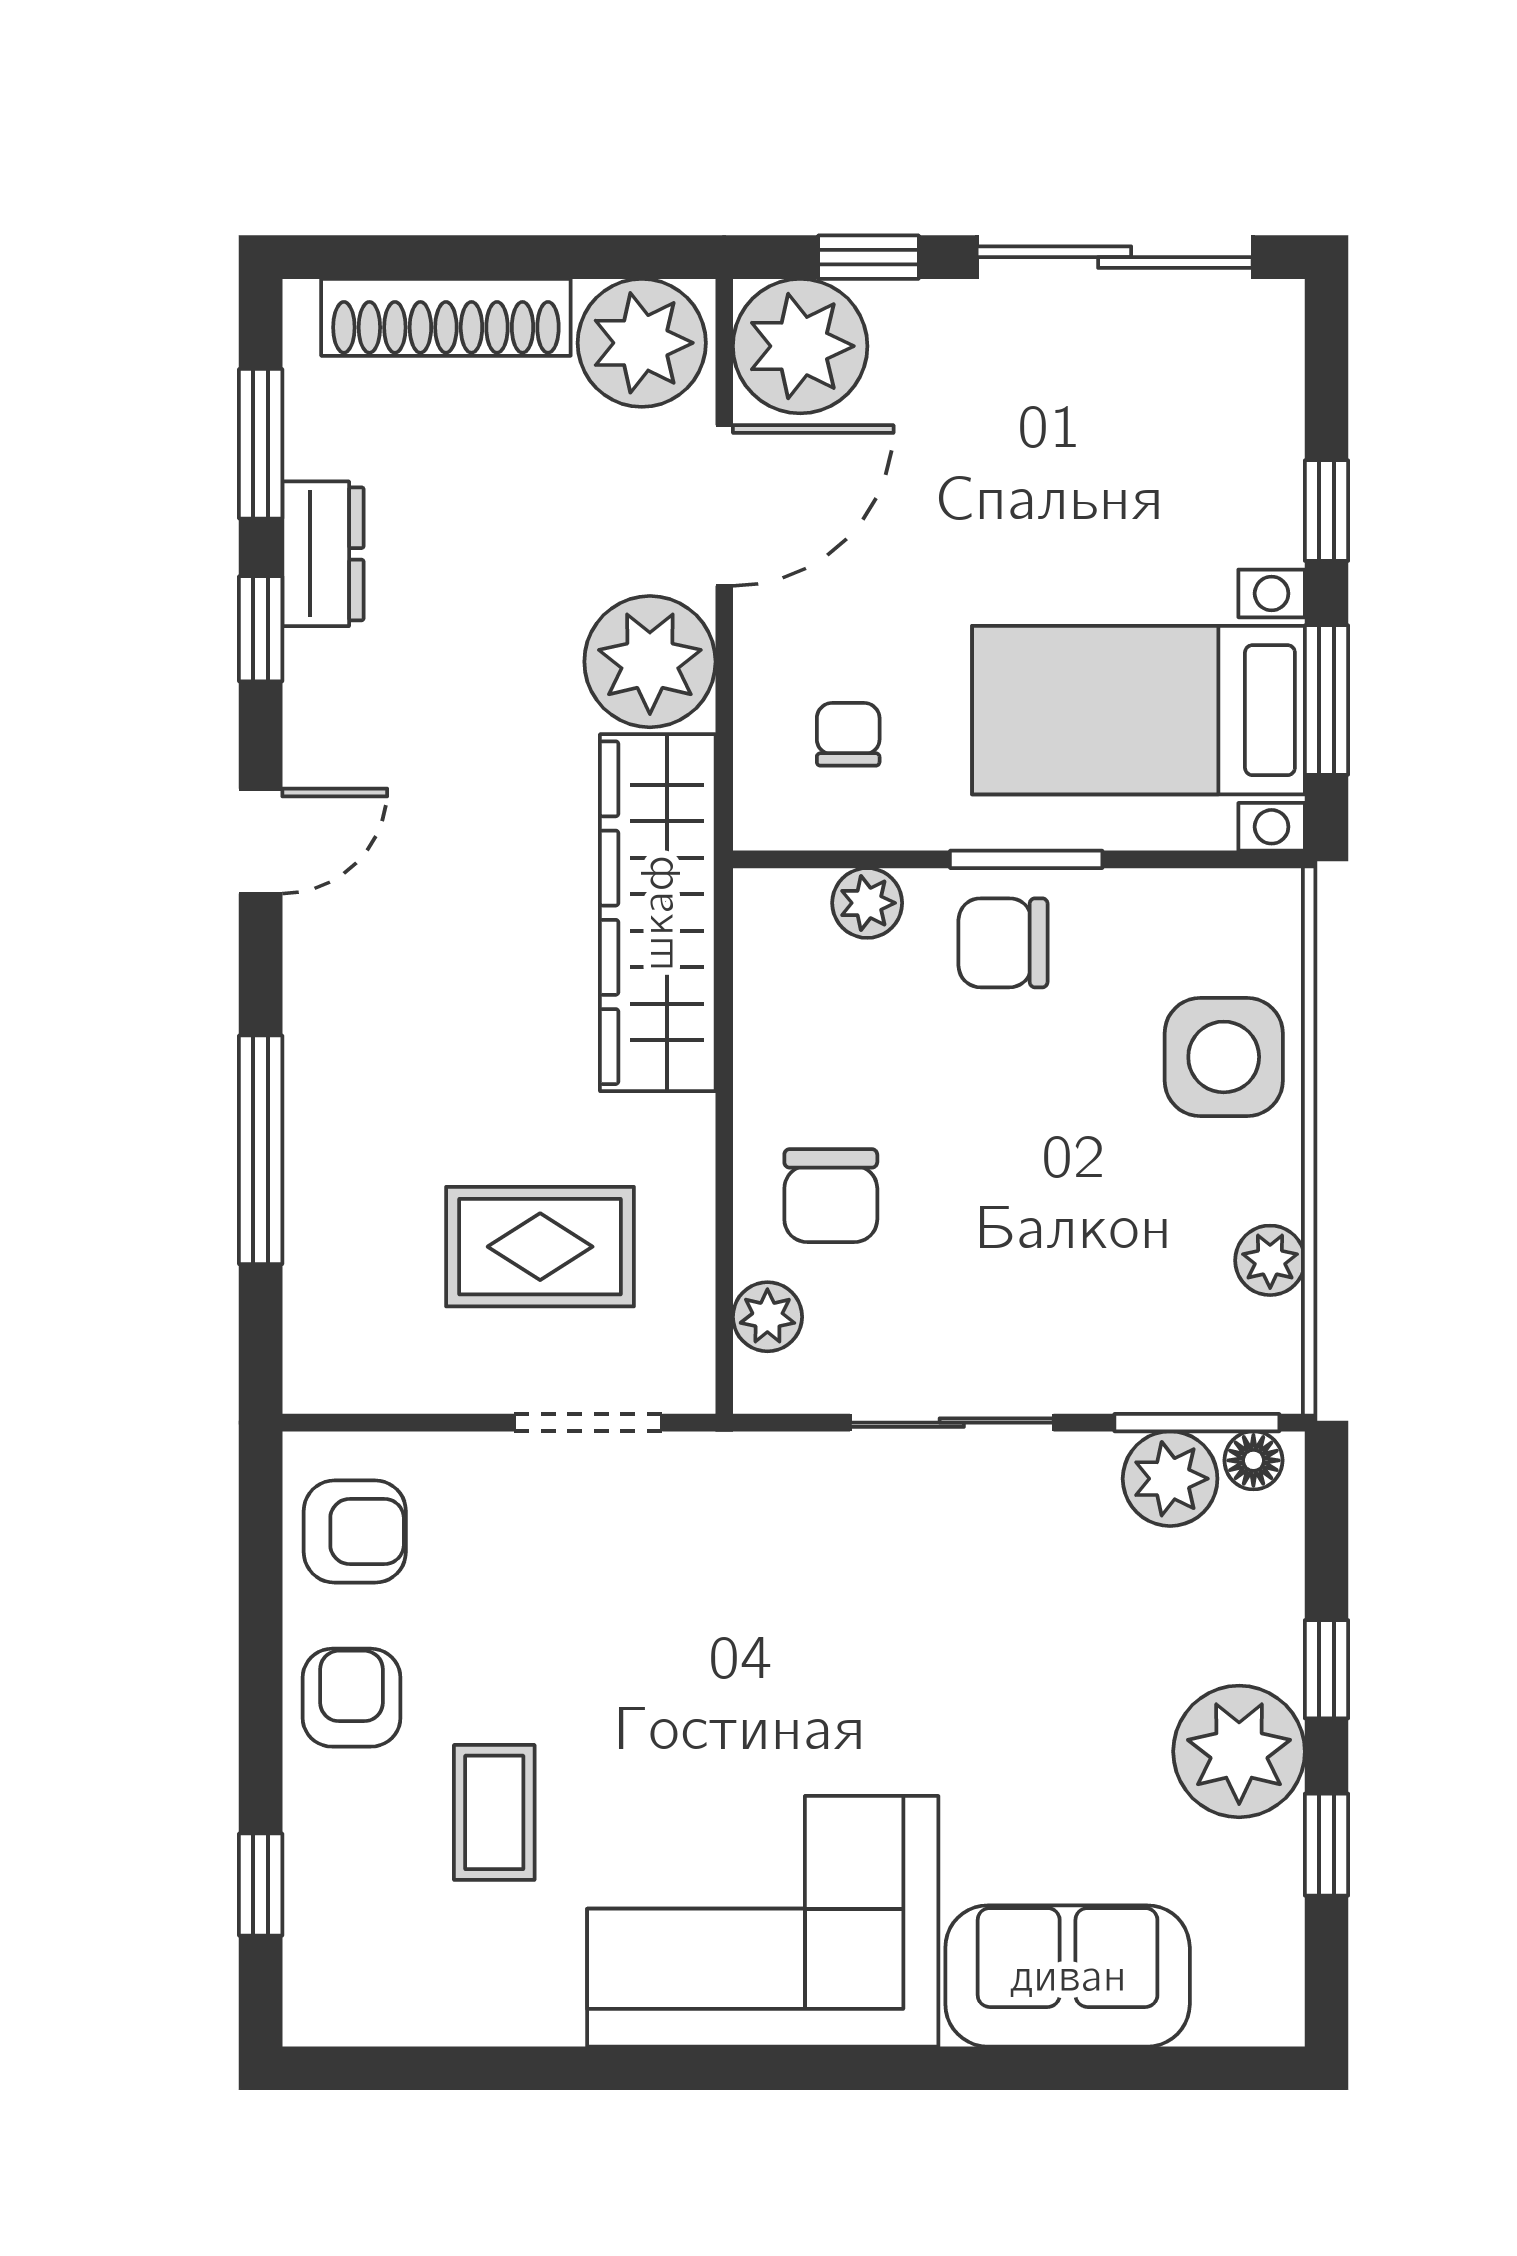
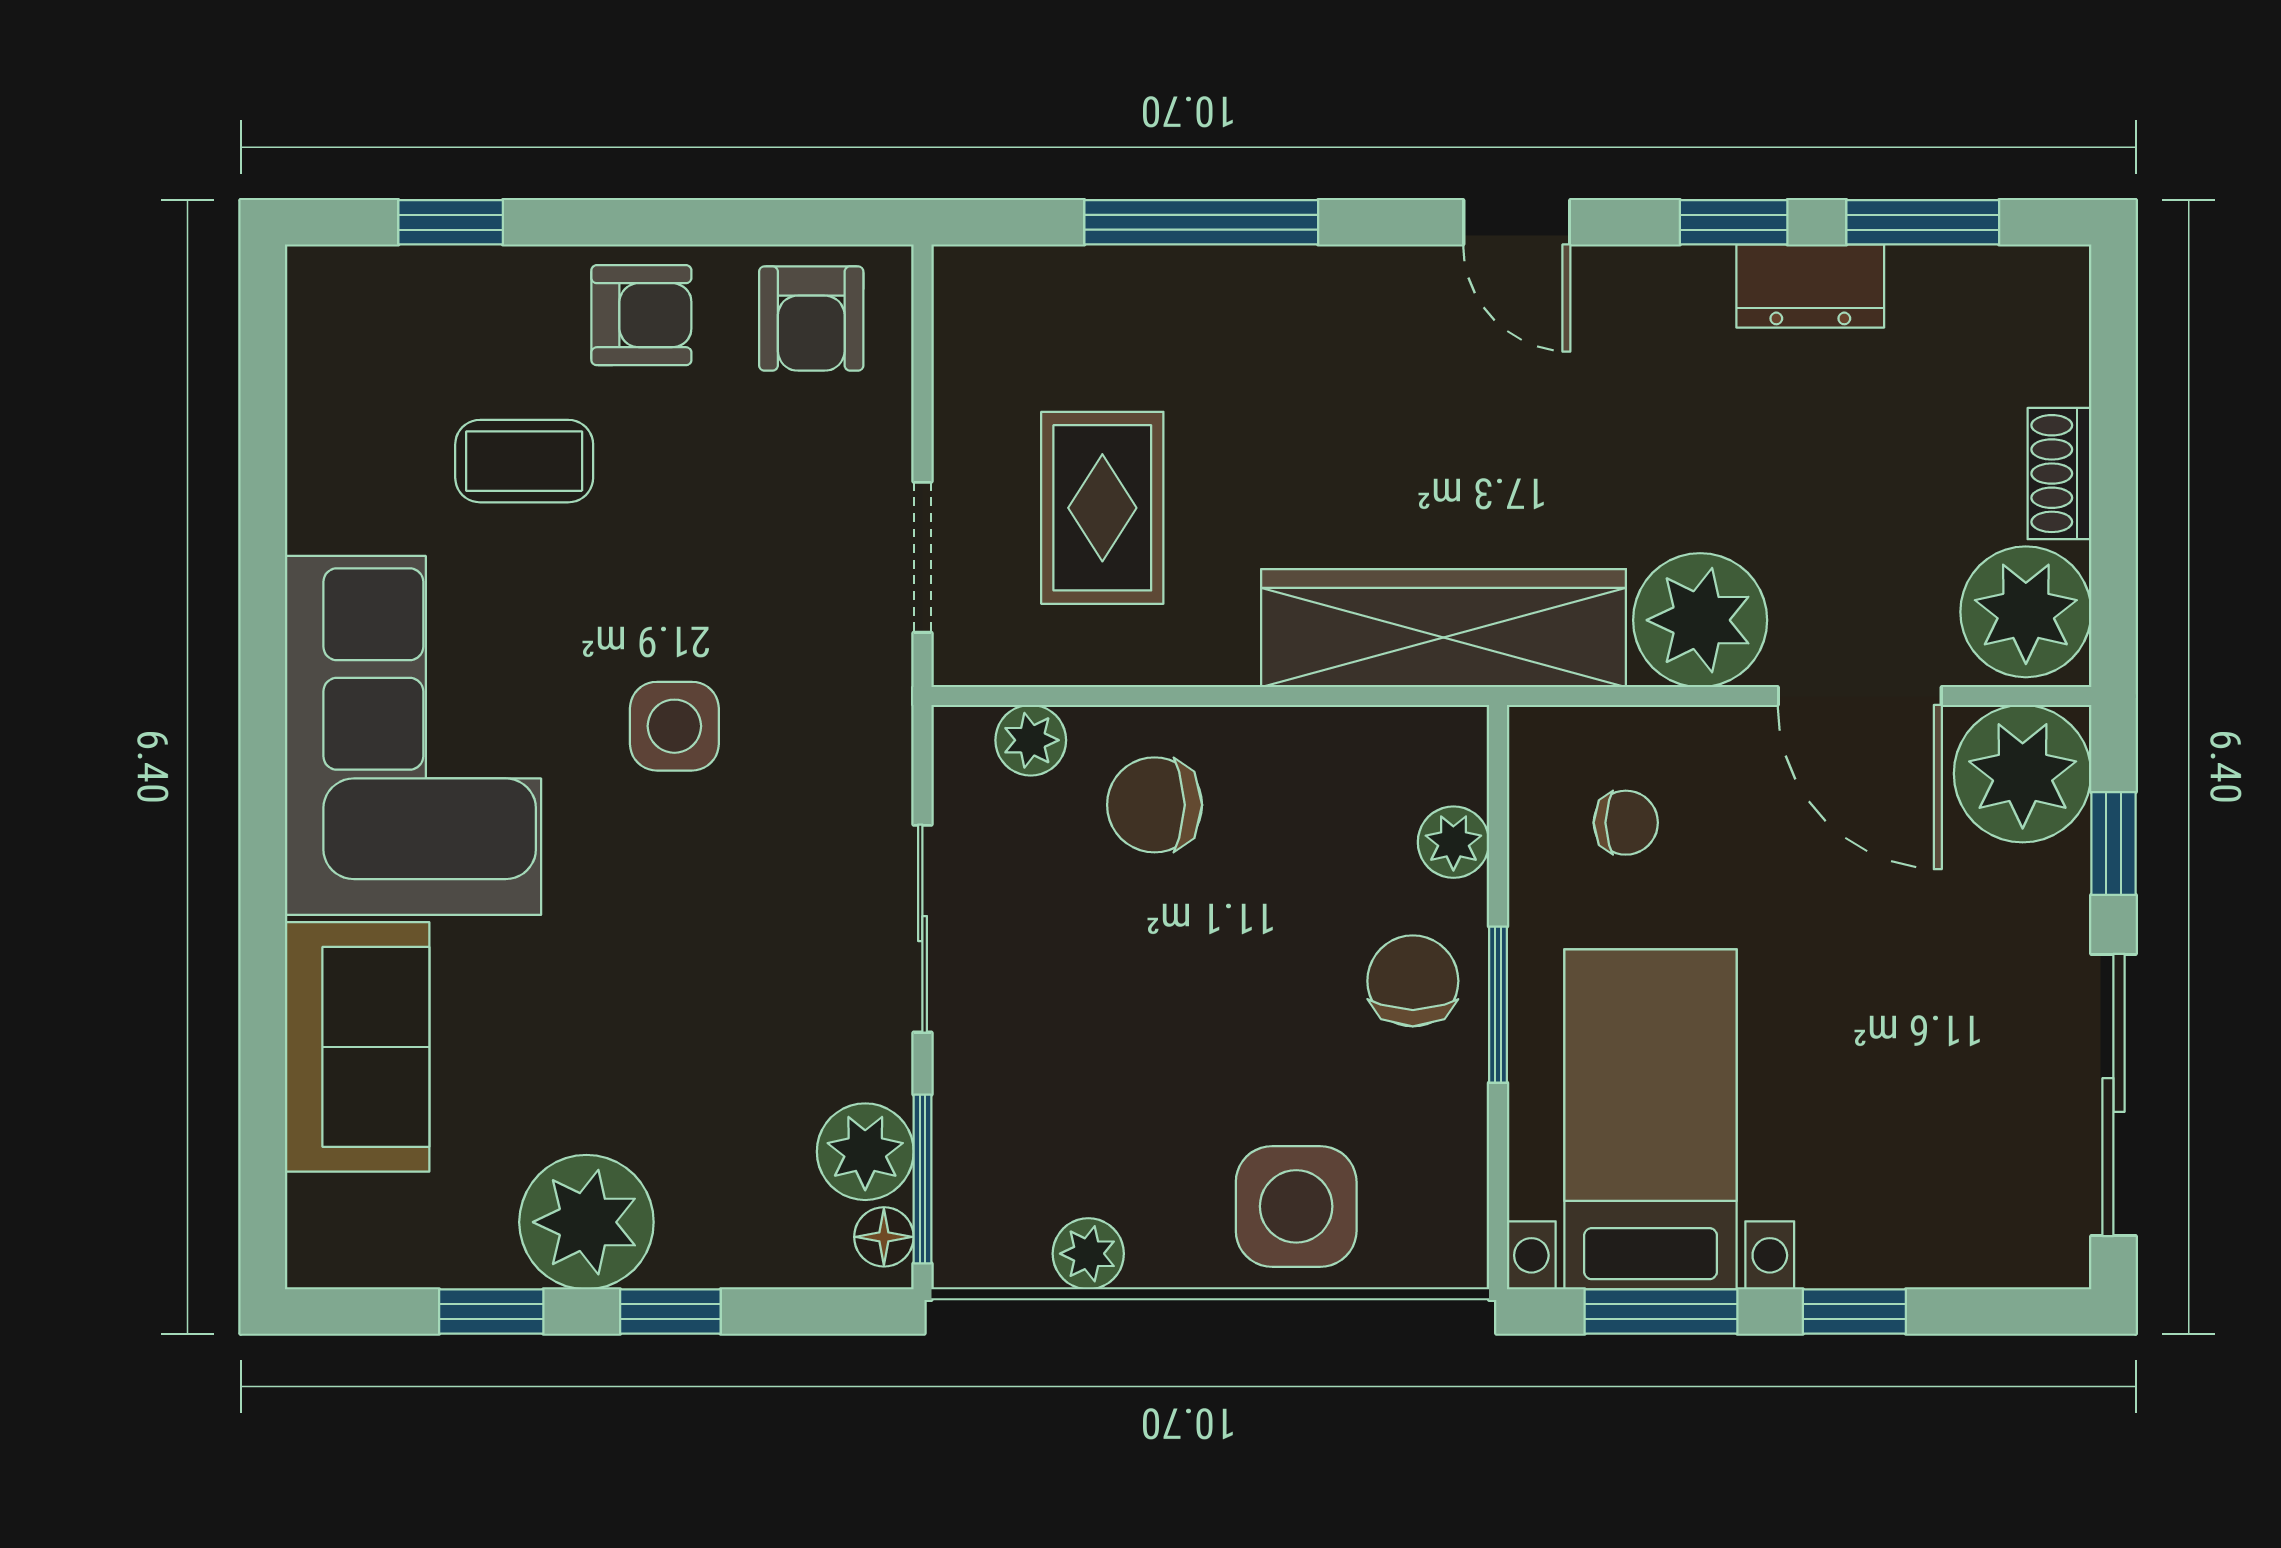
shoe rack: (446, 317) -> (2059, 474), width x0.51, depth x0.81
side table: (754, 1665) -> (674, 726), added

